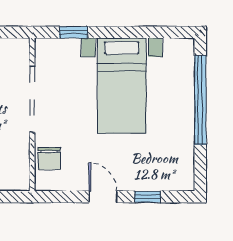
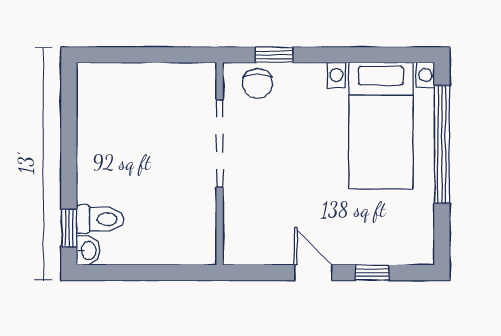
bed with nightstands: (122, 86) -> (381, 126), moved
chair: (49, 158) -> (258, 83), moved

